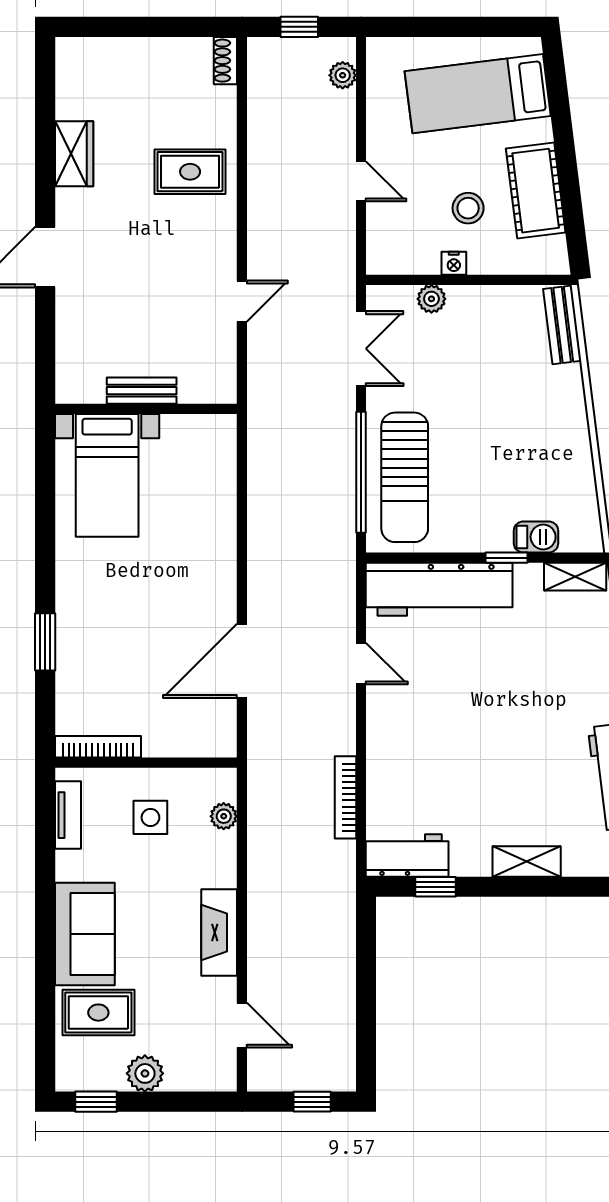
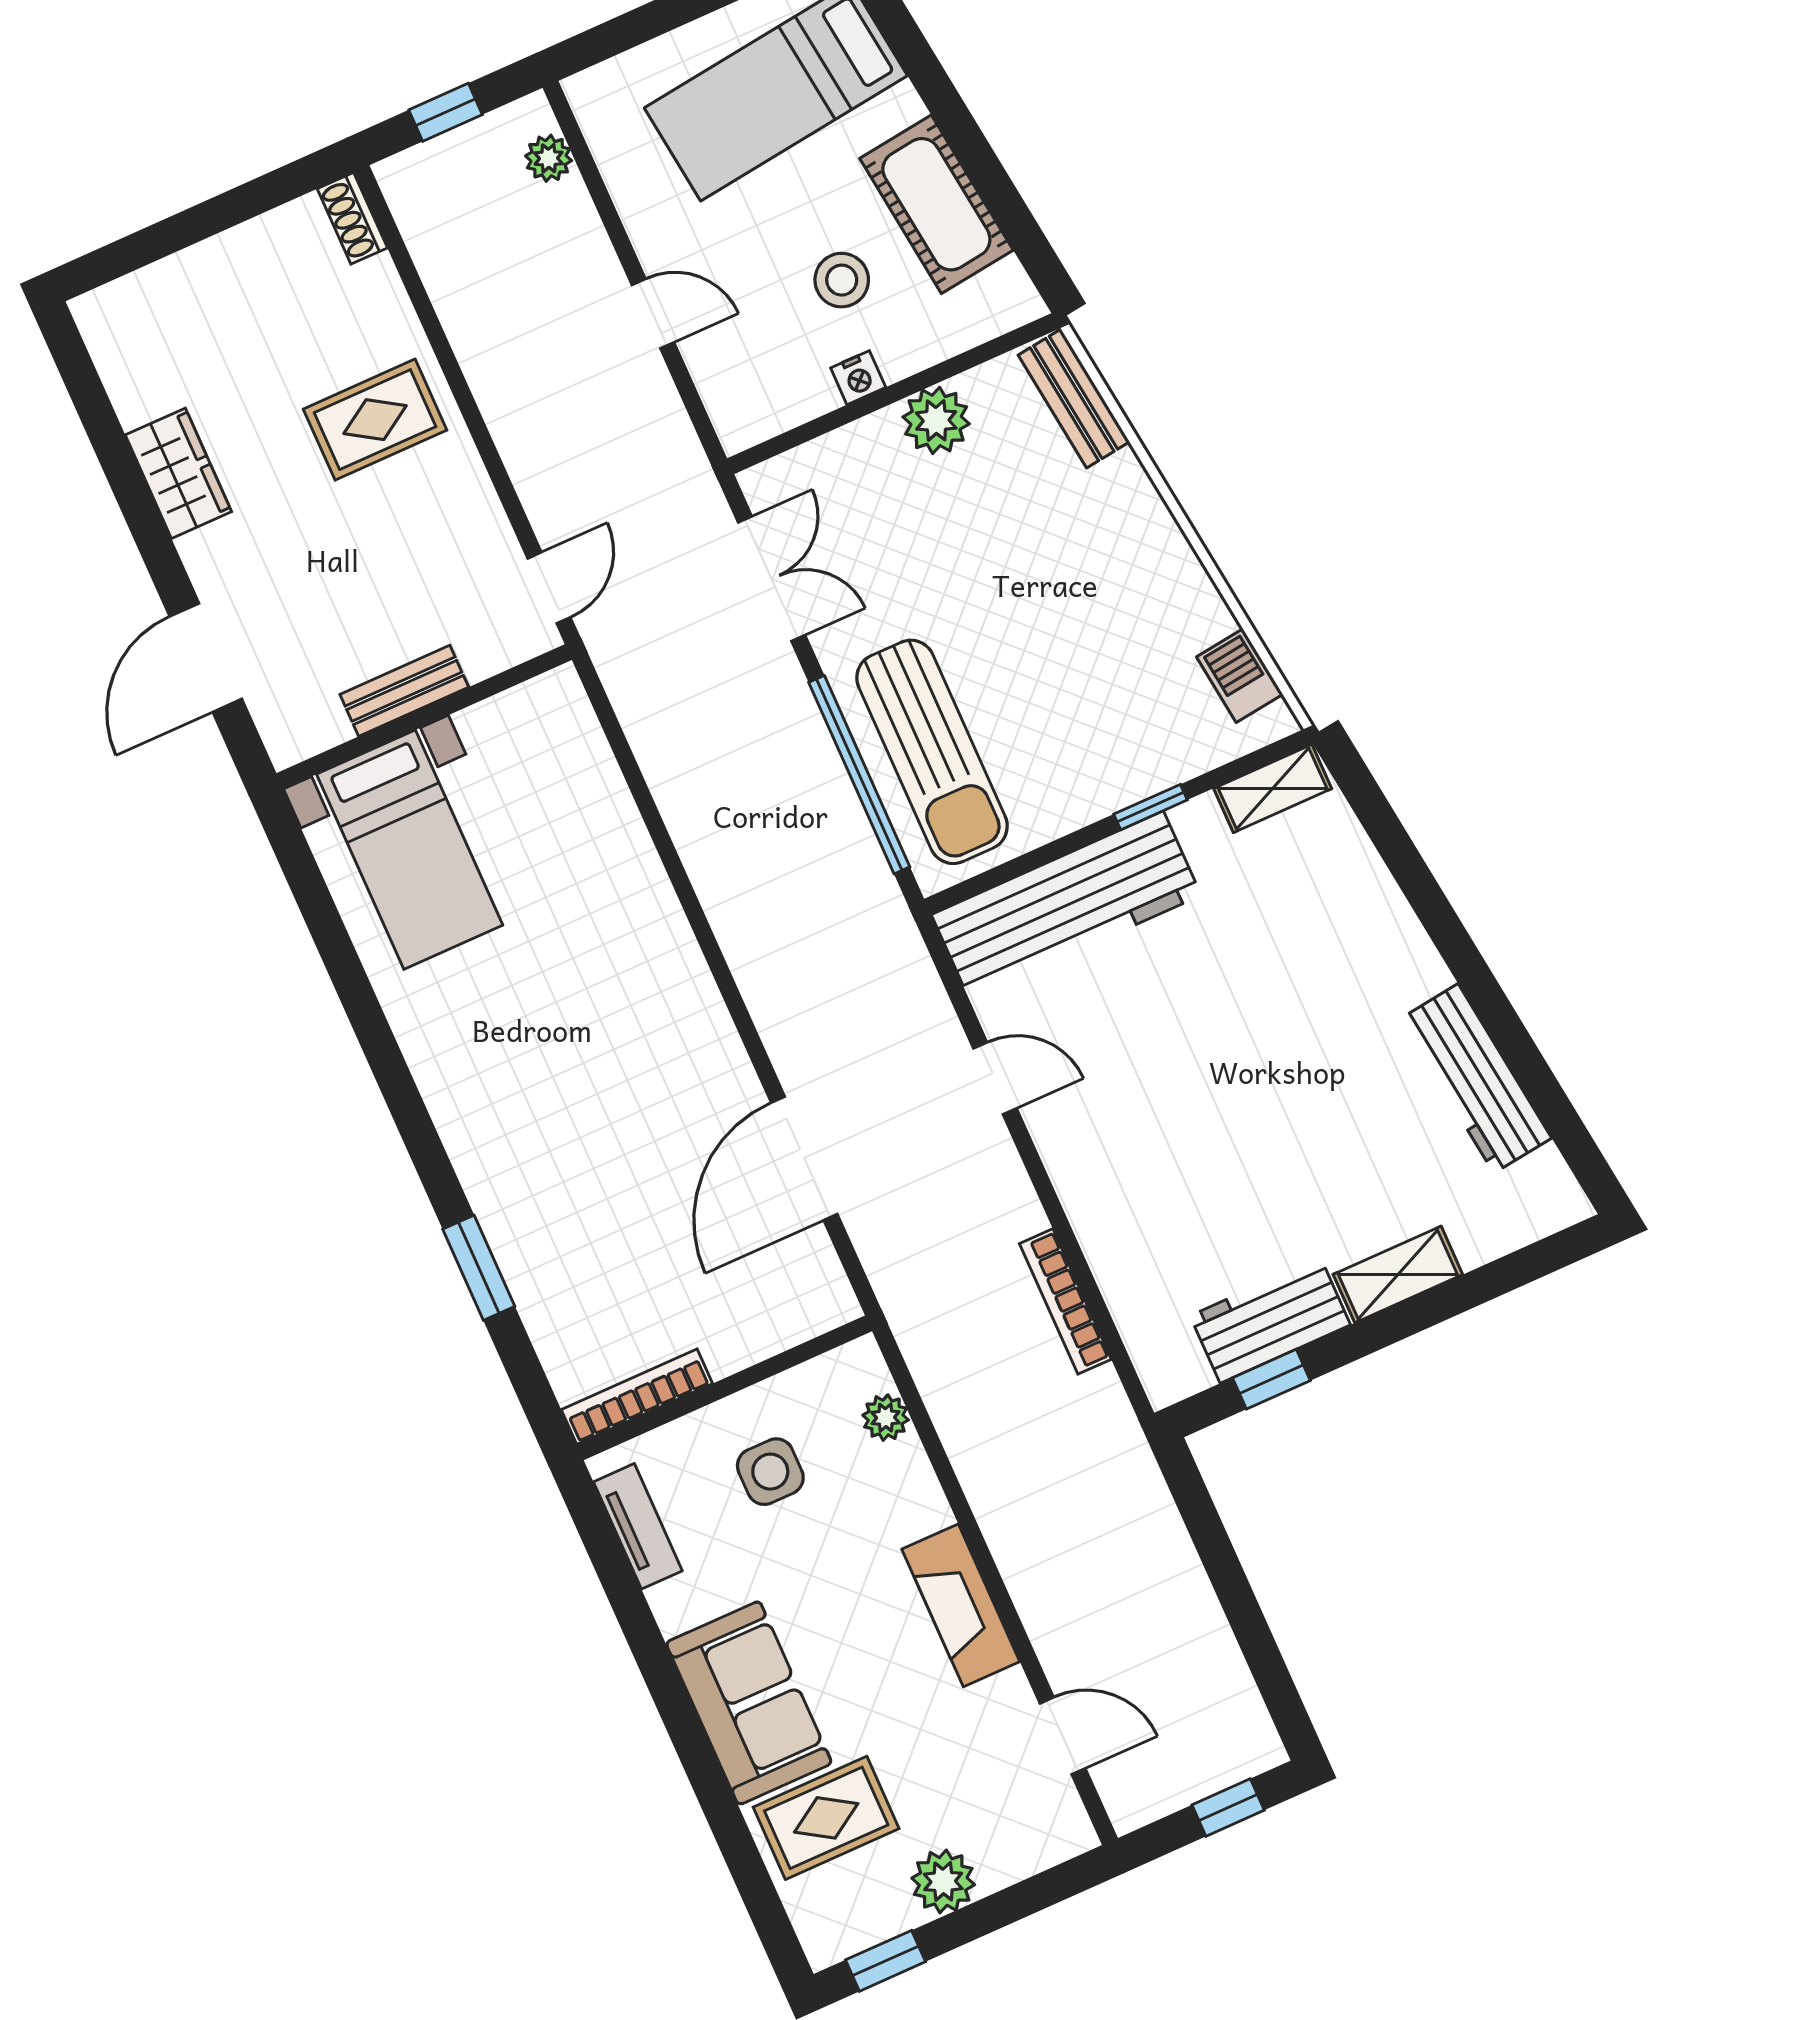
plant: (431, 299) -> (936, 420), moved, width x1.38, depth x1.38
bench: (142, 391) -> (404, 691), moved
wall: (146, 409) -> (424, 717), moved
bed with nightstands: (107, 475) -> (410, 850), moved
barbecue: (536, 537) -> (1240, 676), moved, turned -97
workbench: (407, 856) -> (1270, 1320), moved

